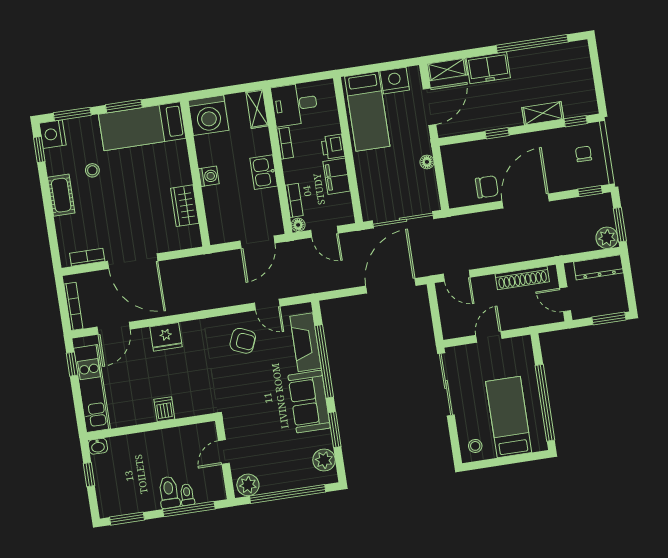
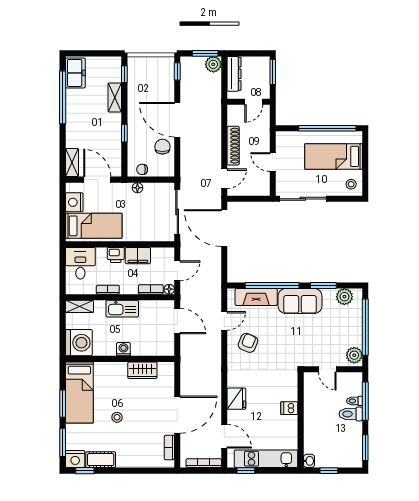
freezer: (488, 68) -> (75, 73), moved
desk: (295, 104) -> (80, 263), moved, turned 180
chair: (583, 154) -> (142, 169), moved
stool: (92, 170) -> (117, 417), moved
kitchen sink: (264, 172) -> (122, 309), width x1.38
cot: (61, 195) -> (101, 460), moved
shoe rack: (522, 278) -> (233, 146), moved

